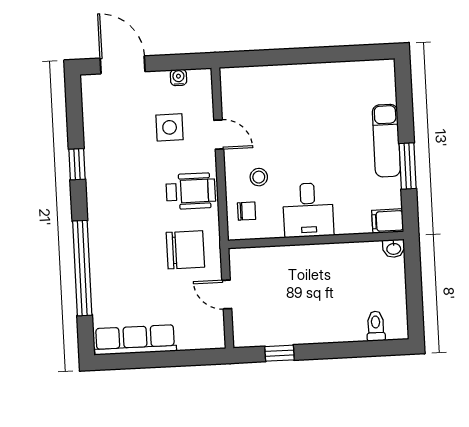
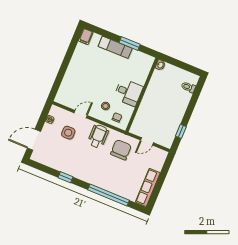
filing cabinet: (388, 221) -> (86, 36), moved

